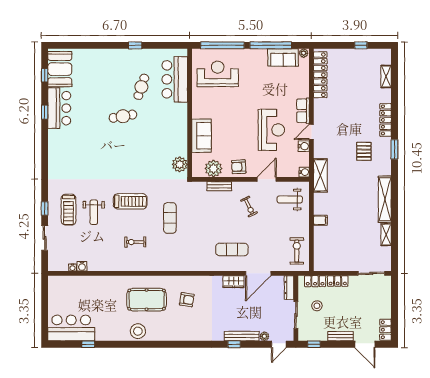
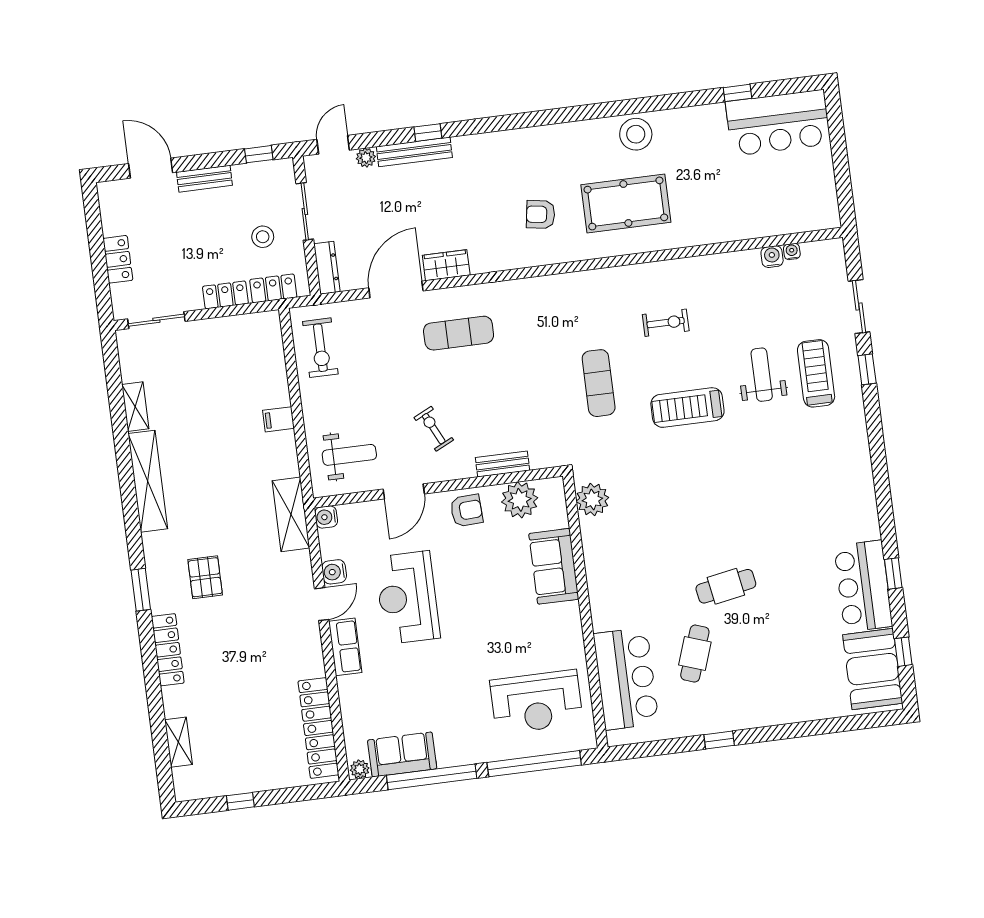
locker: (385, 330) -> (118, 259), moved

